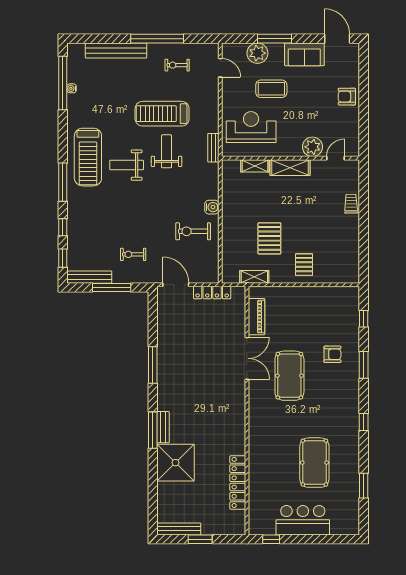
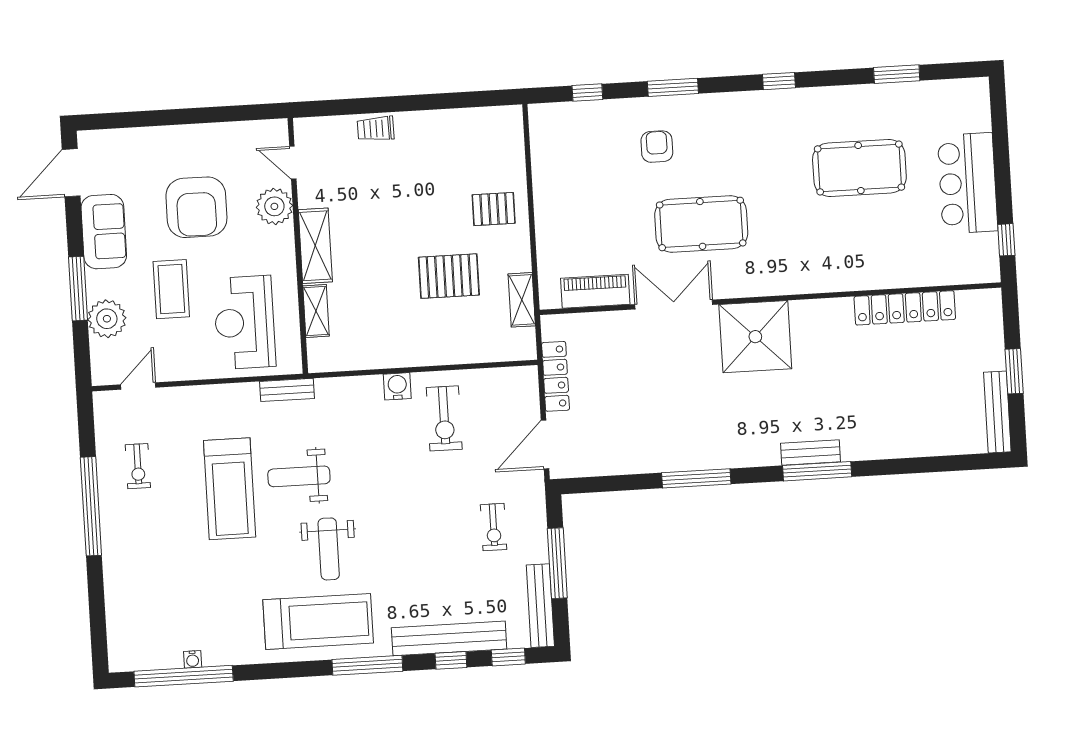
bench: (116, 50) -> (449, 638), moved, turned 90
armchair: (347, 97) -> (196, 207), moved, width x1.88, depth x1.88
shower: (176, 463) -> (755, 337), moved

